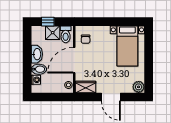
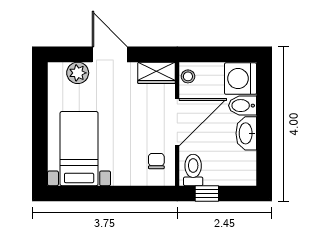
window: (48, 22) -> (207, 193), moved
shower: (53, 33) -> (217, 173), removed
washing machine: (36, 80) -> (241, 79), width x1.89, depth x1.89
plant: (139, 87) -> (78, 73), moved

